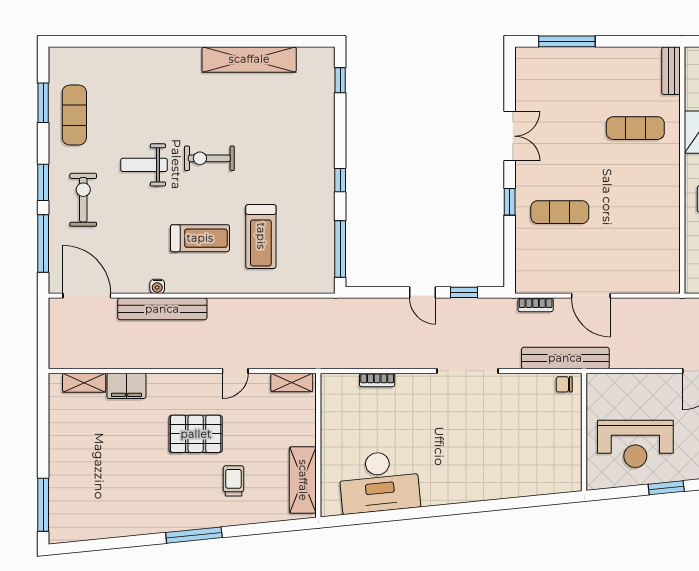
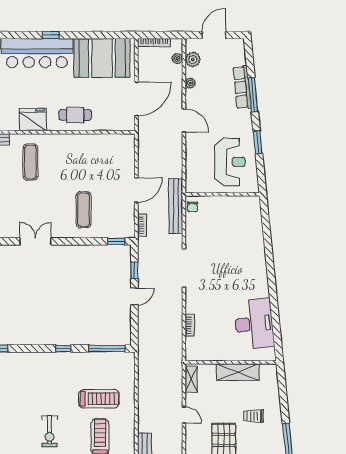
window: (510, 202) -> (116, 241), moved
shelving: (303, 480) -> (238, 372), moved

